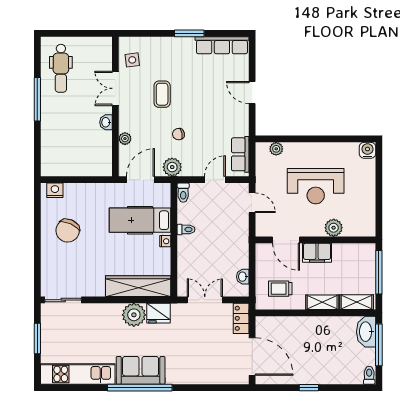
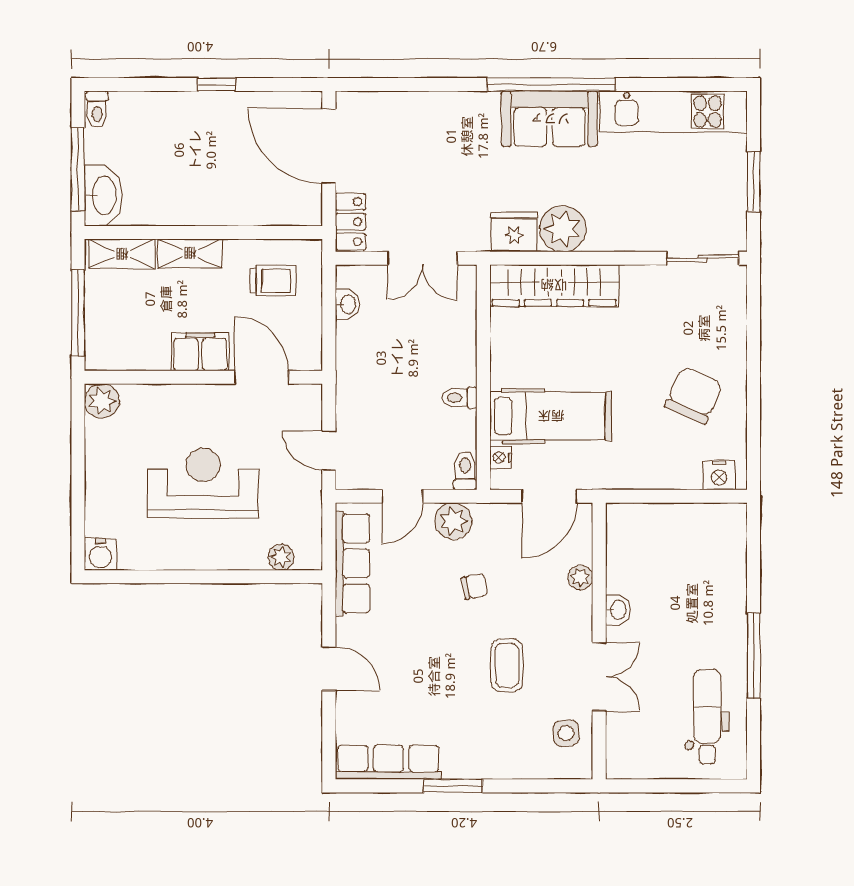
row of seats: (240, 154) -> (352, 563), width x1.48
plant: (172, 167) -> (453, 521), moved
plant: (334, 228) -> (102, 401), moved
nightstand: (165, 241) -> (501, 458), moved

